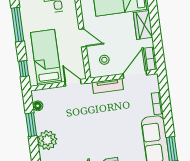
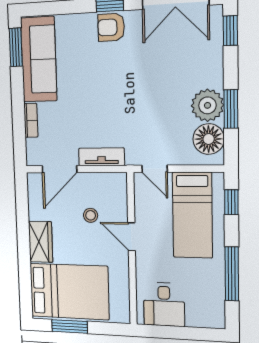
bookcase: (151, 59) -> (34, 190), removed
stool: (104, 60) -> (91, 215), moved
floor lamp: (38, 106) -> (209, 139), width x1.89, depth x1.89
plant: (47, 140) -> (207, 105), moved

